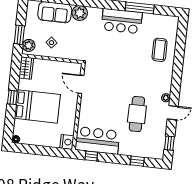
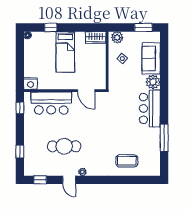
bar counter: (122, 21) -> (150, 108), moved
window: (19, 35) -> (143, 28), moved
door: (81, 84) -> (86, 91), swing flipped
window: (12, 97) -> (51, 28), moved
bed: (37, 106) -> (65, 52), width x0.67
bar counter: (97, 140) -> (51, 103), moved, turned 90

